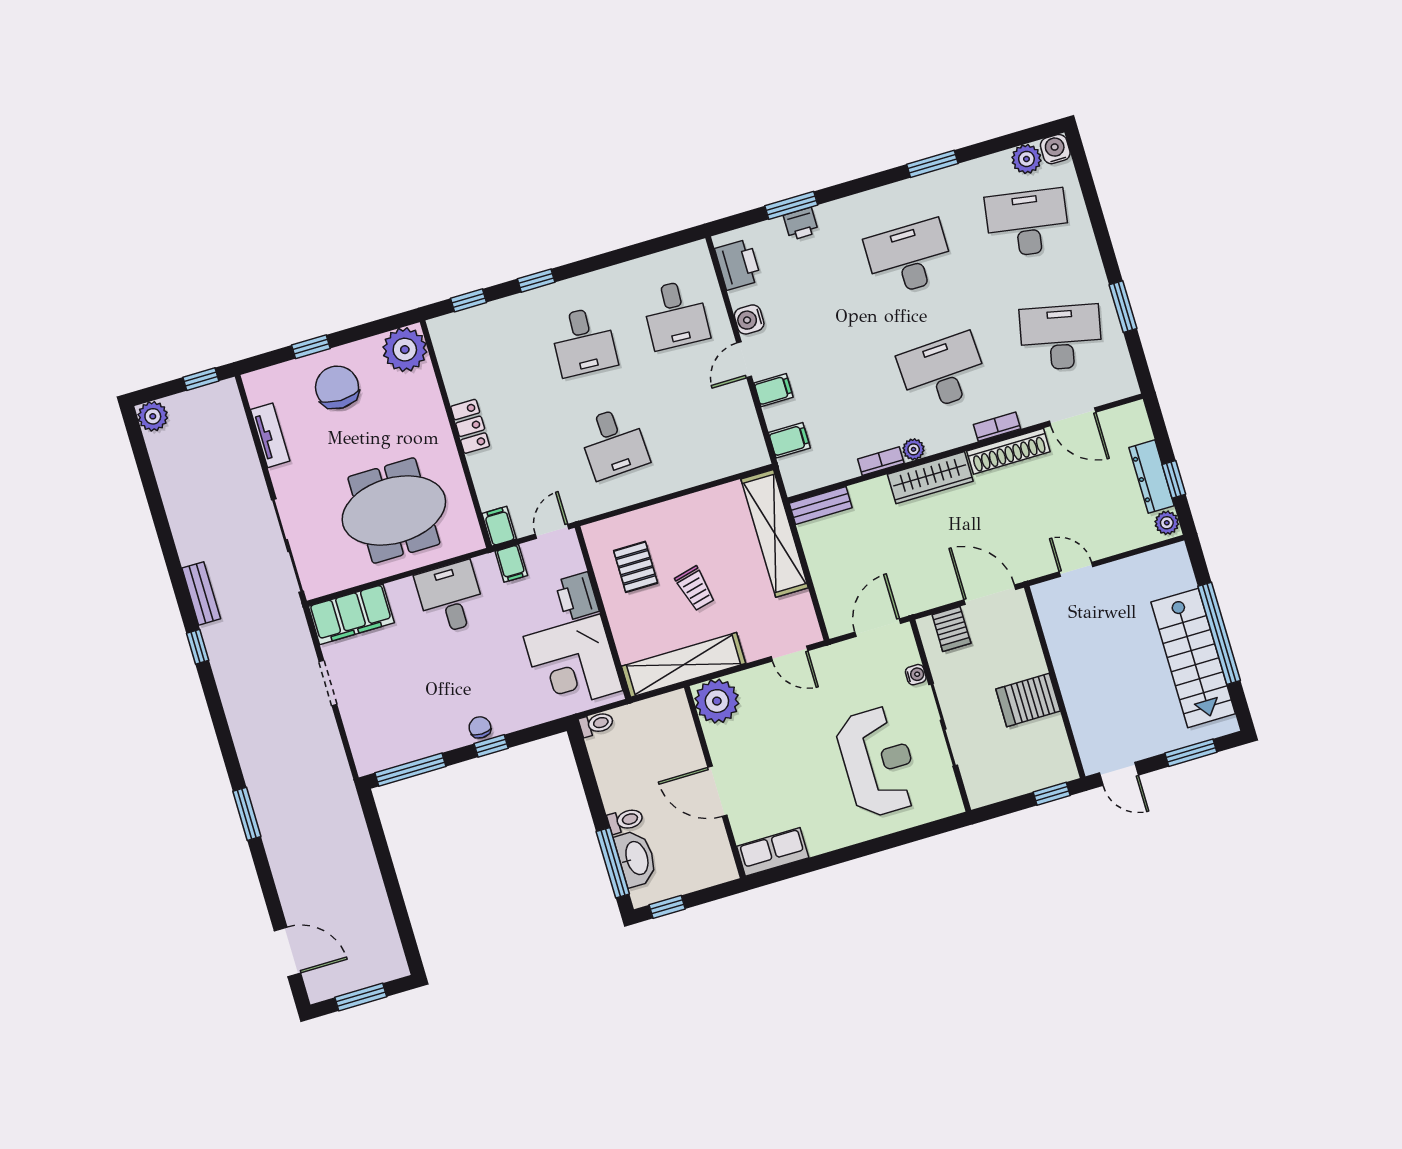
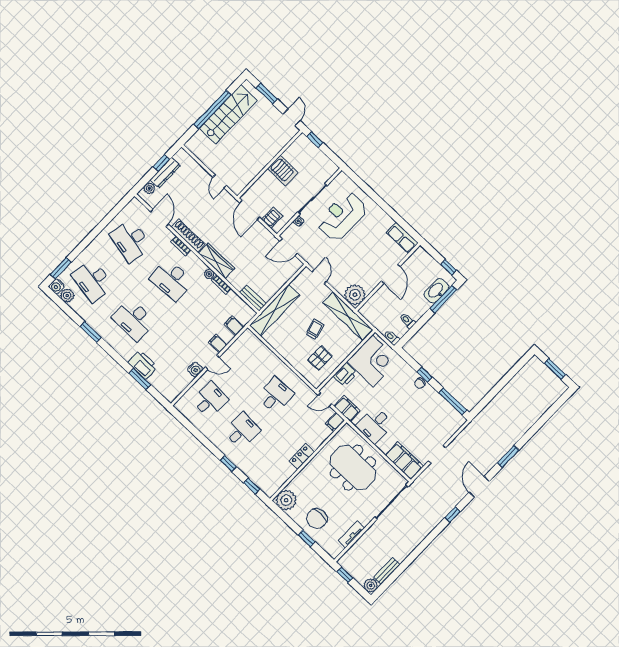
printer: (801, 224) -> (143, 365), width x1.87, depth x1.48
printer: (738, 264) -> (176, 387), removed
window: (1123, 307) -> (61, 268), moved
plant: (1167, 523) -> (149, 188), moved
filing cabinet: (511, 563) -> (347, 408), width x2.00
bench: (201, 593) -> (387, 571), moved
toilet: (625, 820) -> (407, 321), moved
door: (287, 952) -> (479, 487), moved

